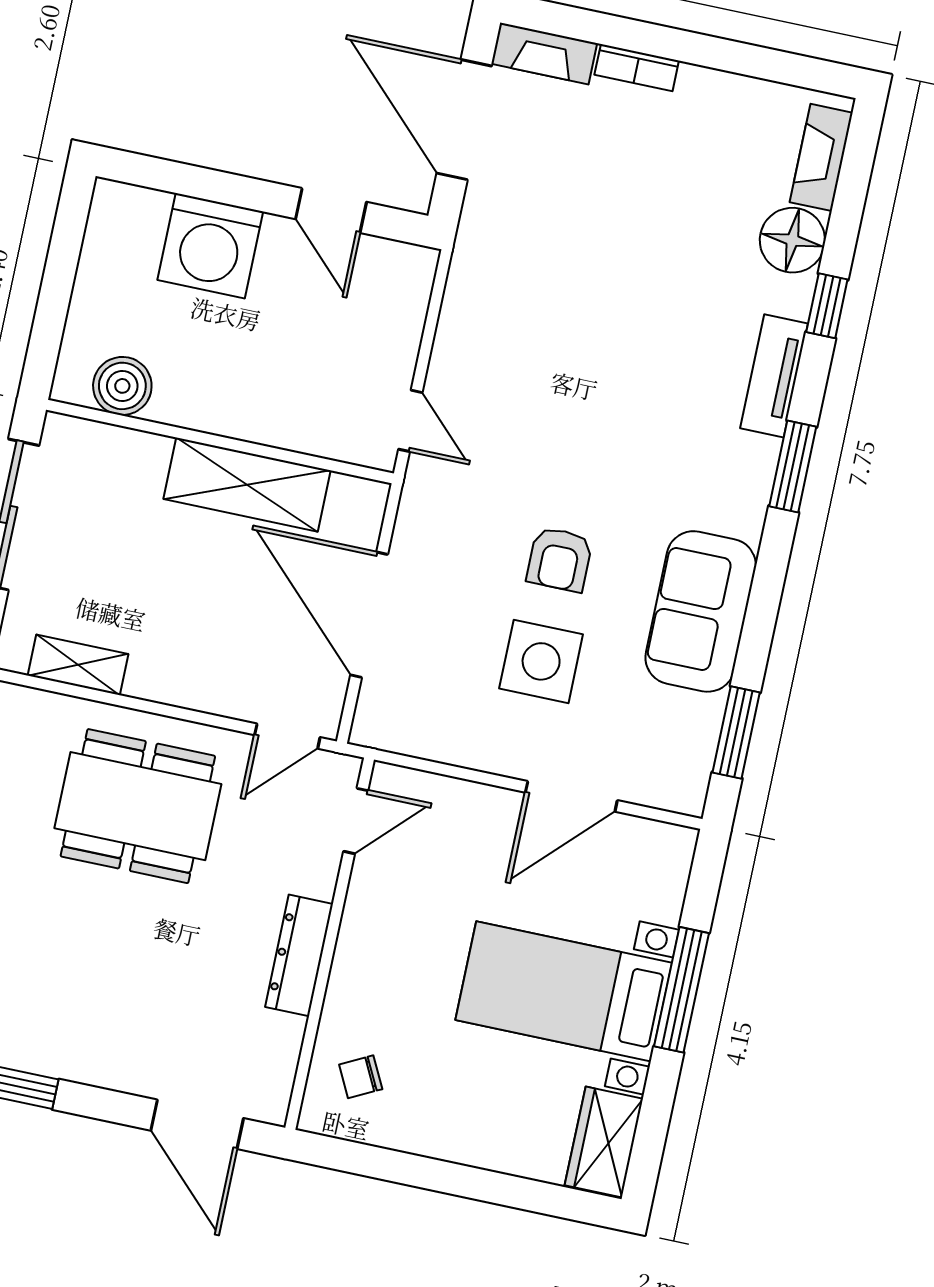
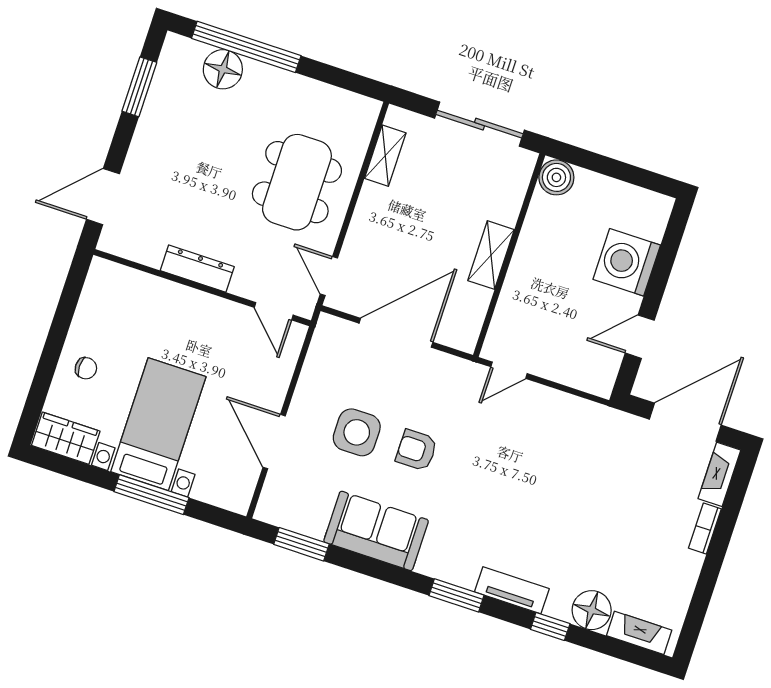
boiler: (122, 386) -> (556, 177), moved
shelving: (247, 485) -> (491, 255), width x0.67, depth x0.75
chair: (361, 1077) -> (86, 368), moved, turned 117

